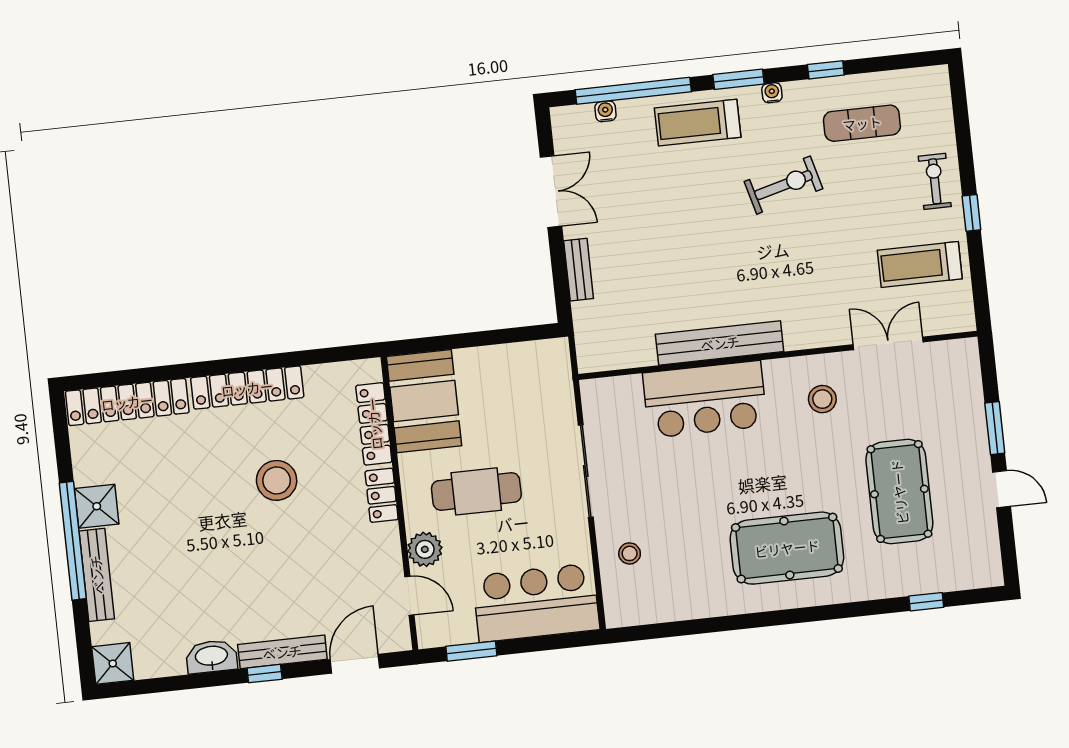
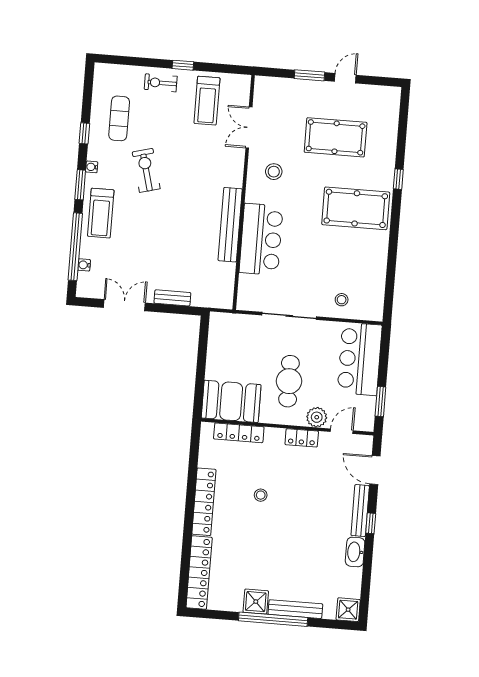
stool: (277, 480) -> (261, 495), width x0.53, depth x0.53
locker: (382, 495) -> (302, 438), moved
pool table: (787, 548) -> (356, 208), turned 90
window: (926, 602) -> (398, 179), moved

